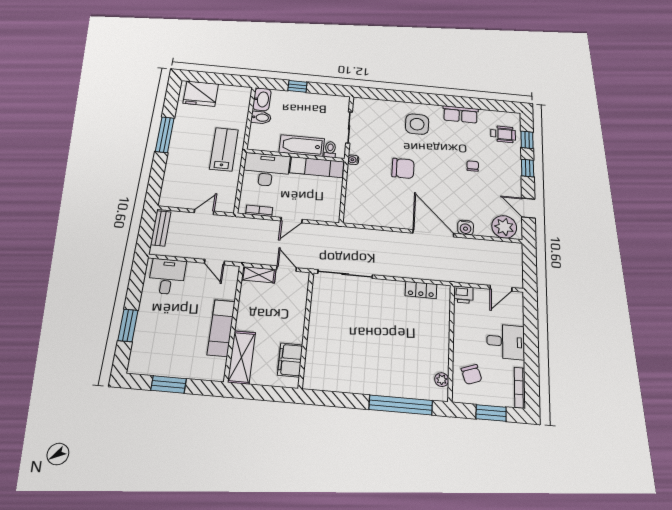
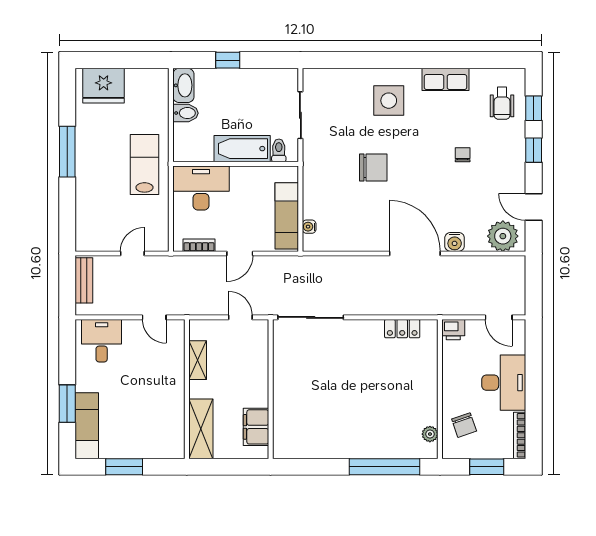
wheelchair: (503, 134) -> (502, 103), turned 90
water cooler: (353, 160) -> (309, 227), moved
exam couch: (317, 167) -> (287, 216), moved, turned 90
shelving: (259, 275) -> (198, 360), moved, turned 90
door: (501, 288) -> (499, 317), hinge flipped
exam couch: (221, 328) -> (87, 426), moved, turned 180
desk: (506, 342) -> (504, 383), width x1.37

